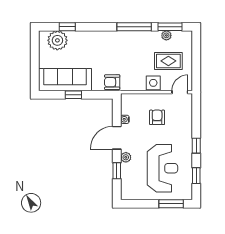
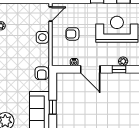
rug: (168, 61) -> (23, 24), removed
door: (180, 92) -> (50, 14), swing flipped
plant: (126, 157) -> (123, 61), moved

